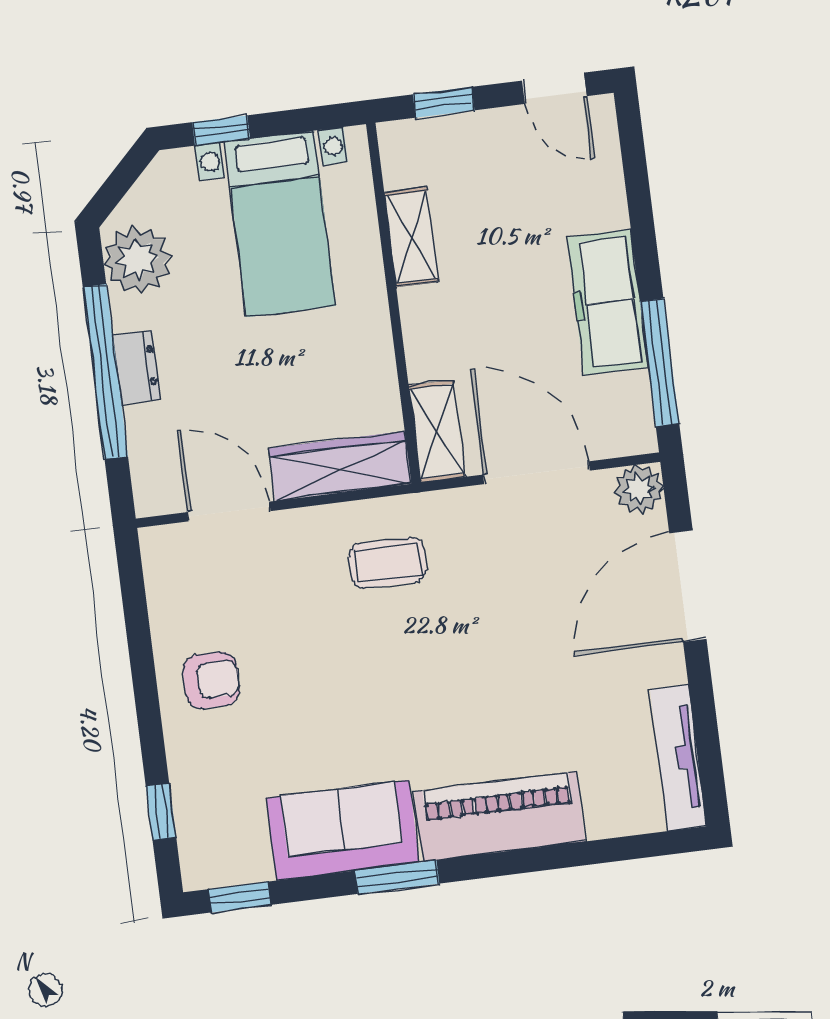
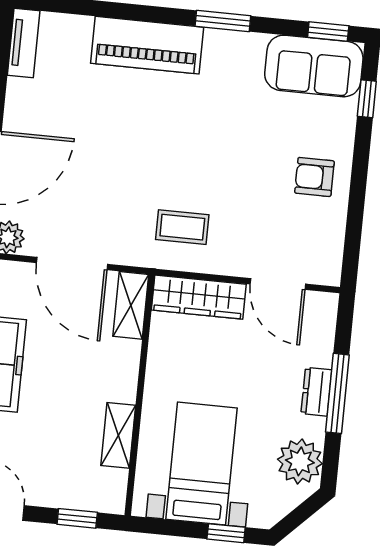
window: (105, 372) -> (337, 393), width x0.68
tv unit: (678, 758) -> (24, 43), width x0.71
sofa: (343, 830) -> (314, 66), moved

